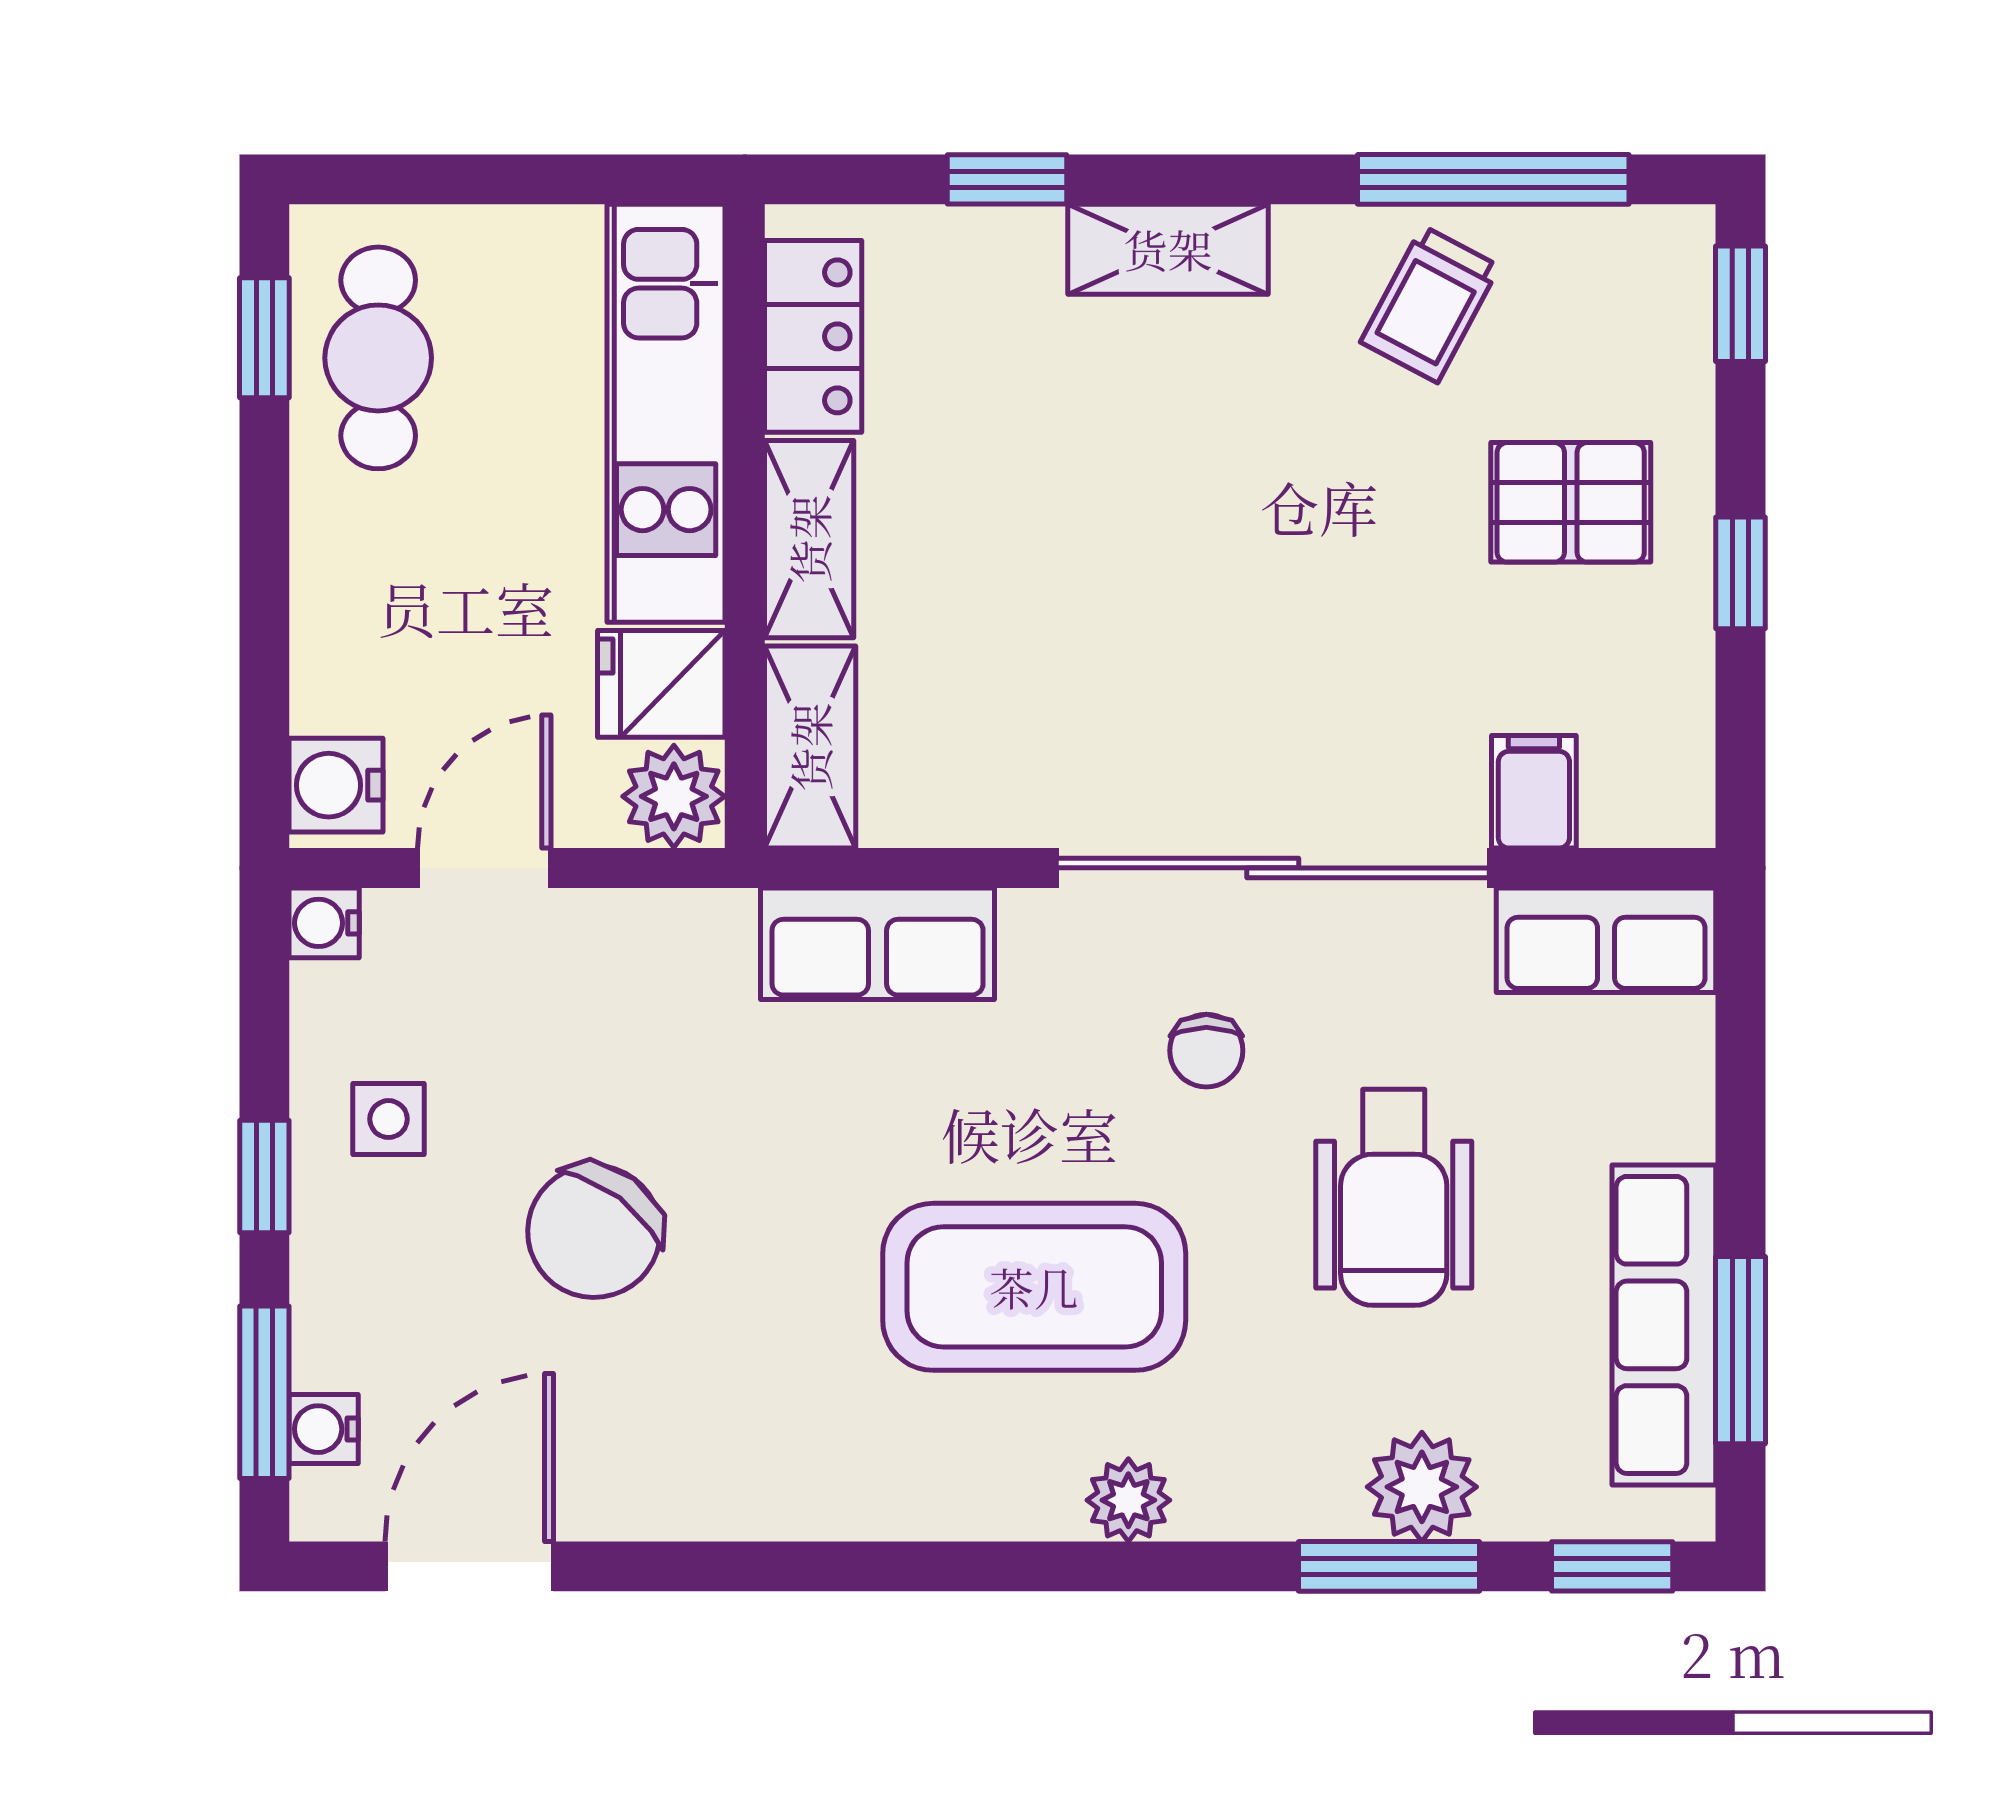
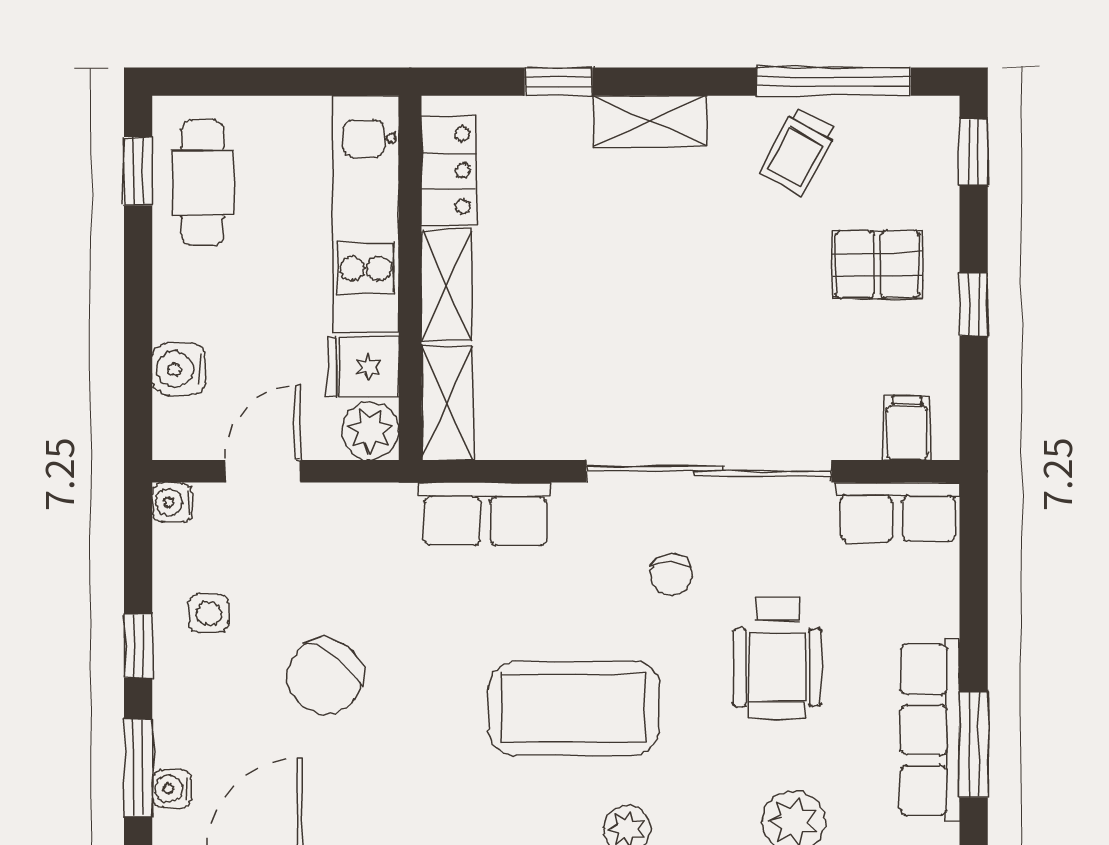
water cooler: (336, 785) -> (179, 369), moved
filing cabinet: (1534, 792) -> (907, 428), moved

